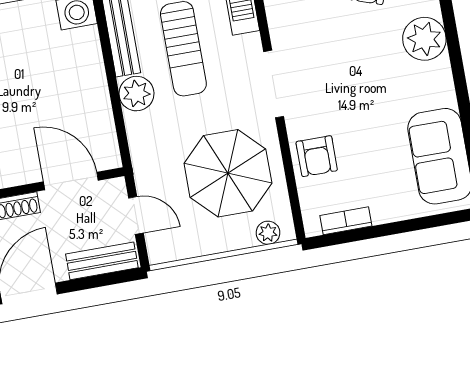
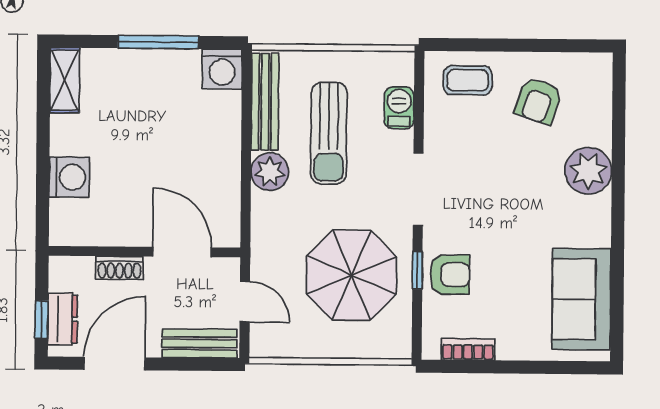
armchair: (317, 156) -> (450, 275), turned -90
window: (287, 158) -> (417, 270), added
plant: (268, 233) -> (382, 347), removed

